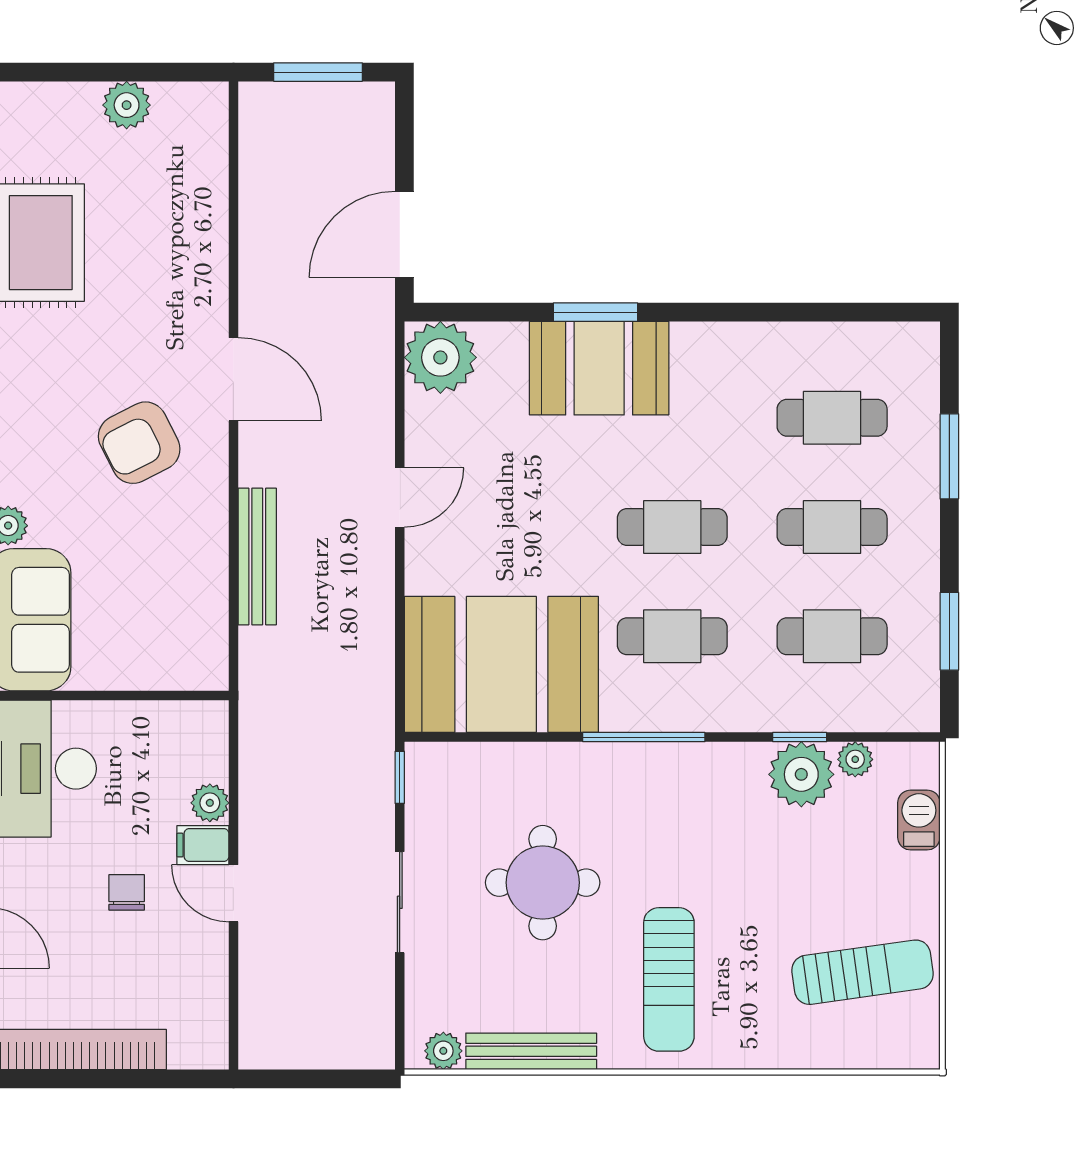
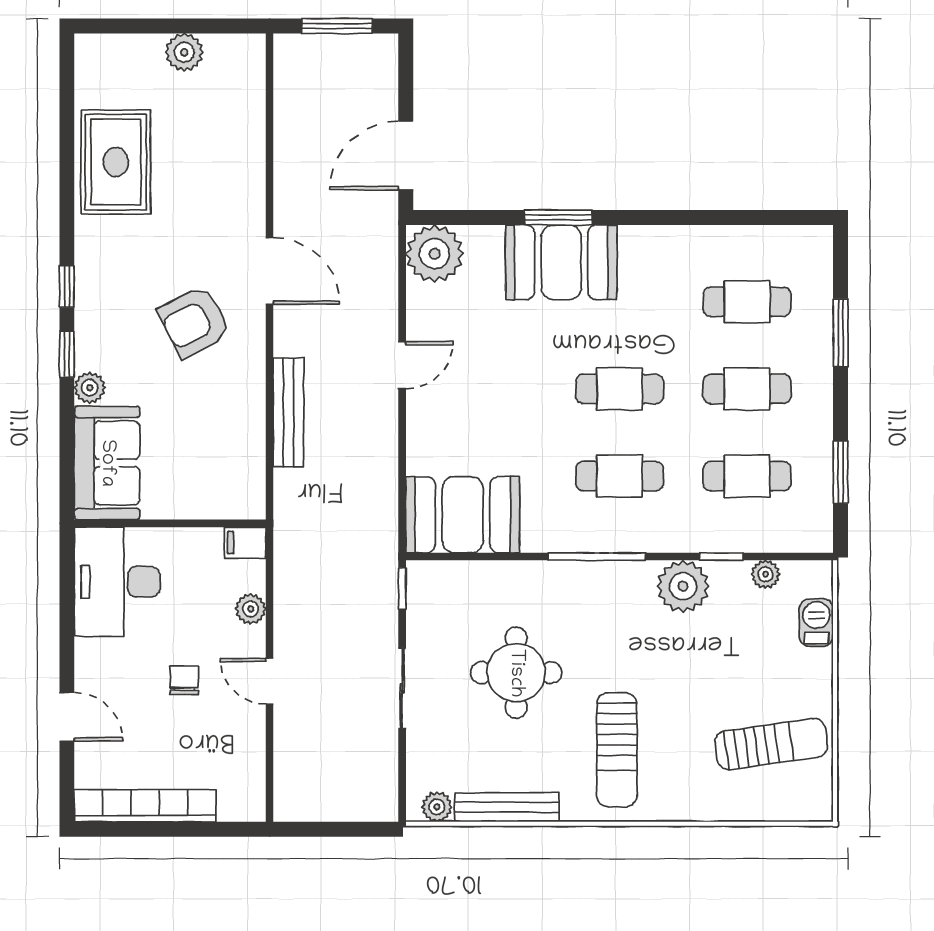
booth: (501, 664) -> (463, 515), width x0.73, depth x0.70
plant: (801, 774) -> (683, 586), moved
filing cabinet: (203, 845) -> (245, 543), moved

